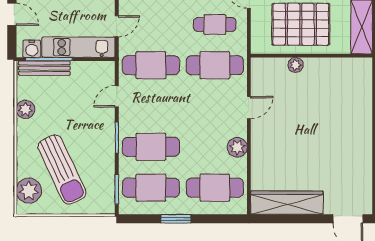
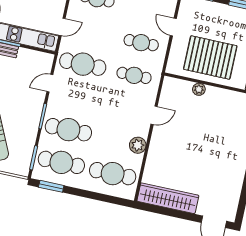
cafe table: (215, 65) -> (134, 75), width x0.73, depth x0.74
window: (176, 219) -> (51, 186), moved

